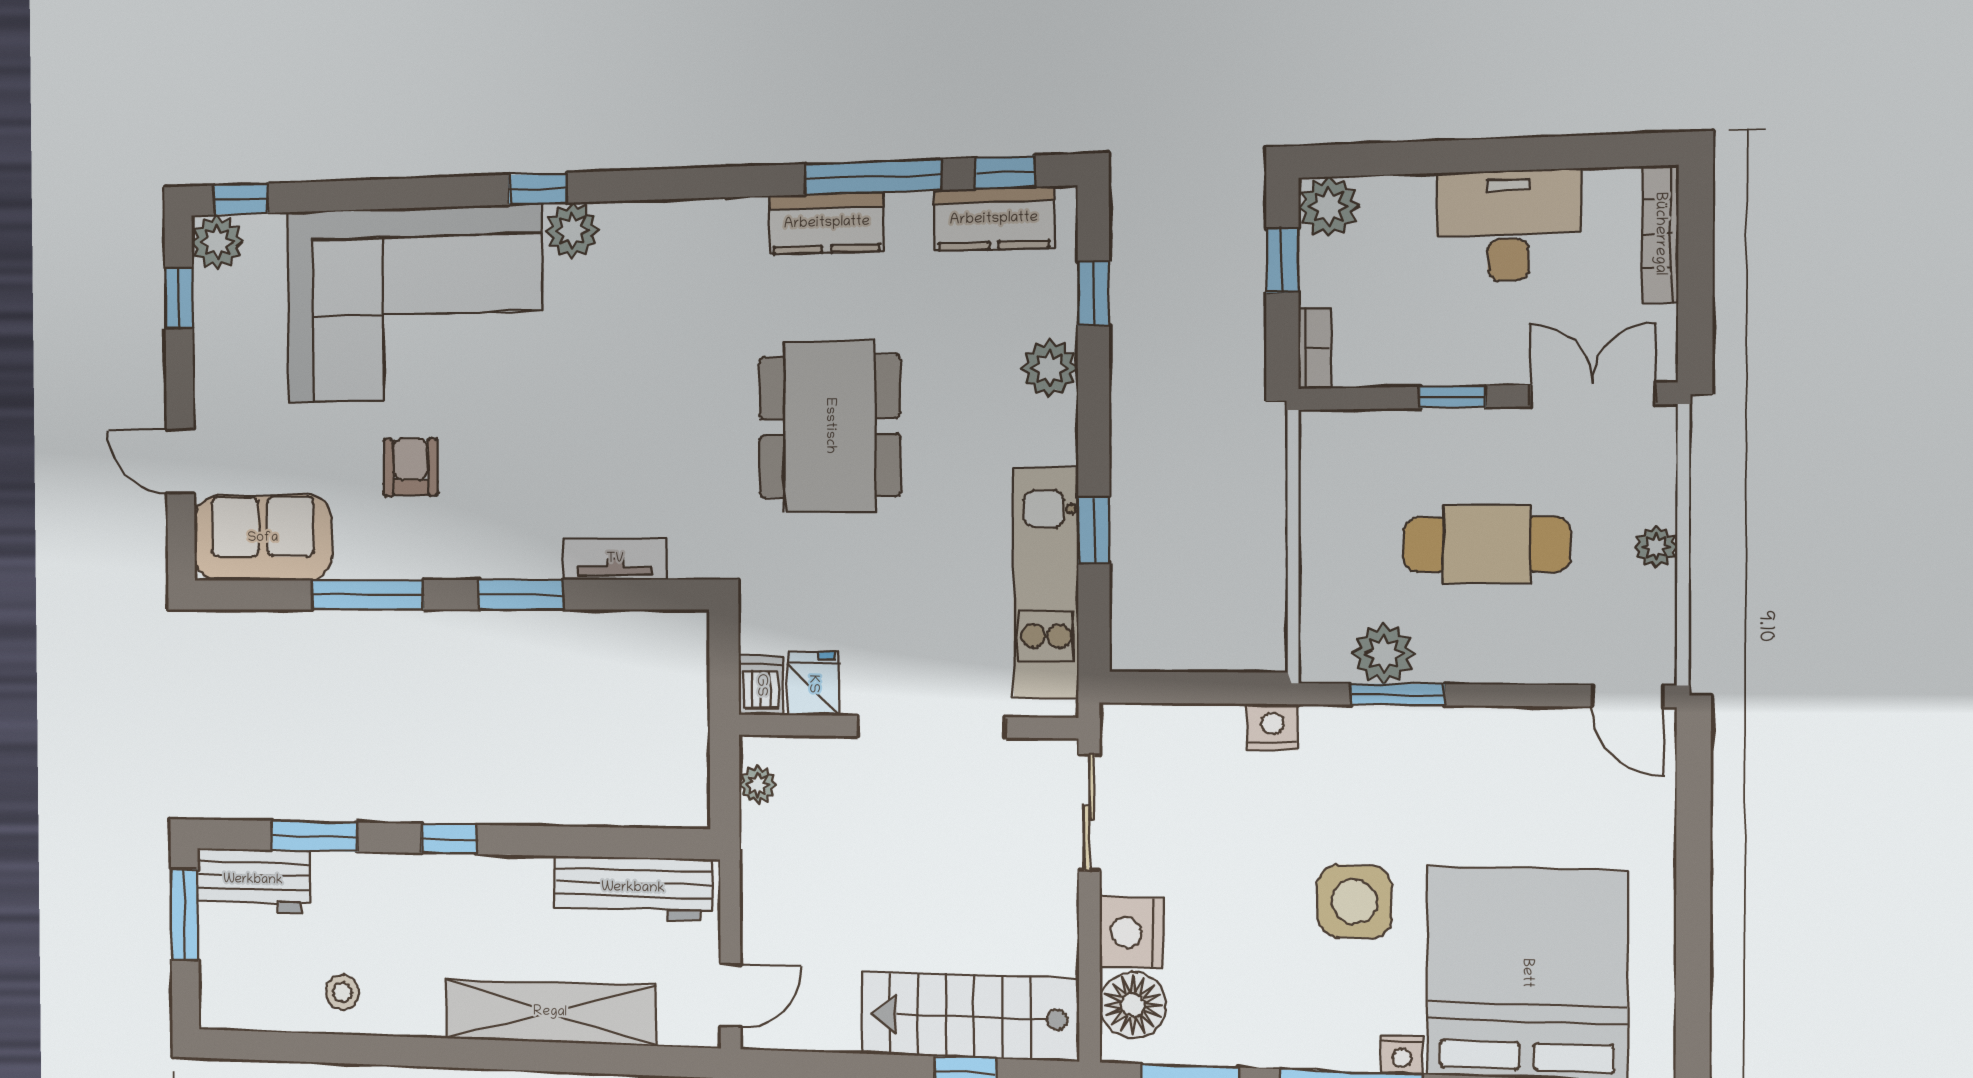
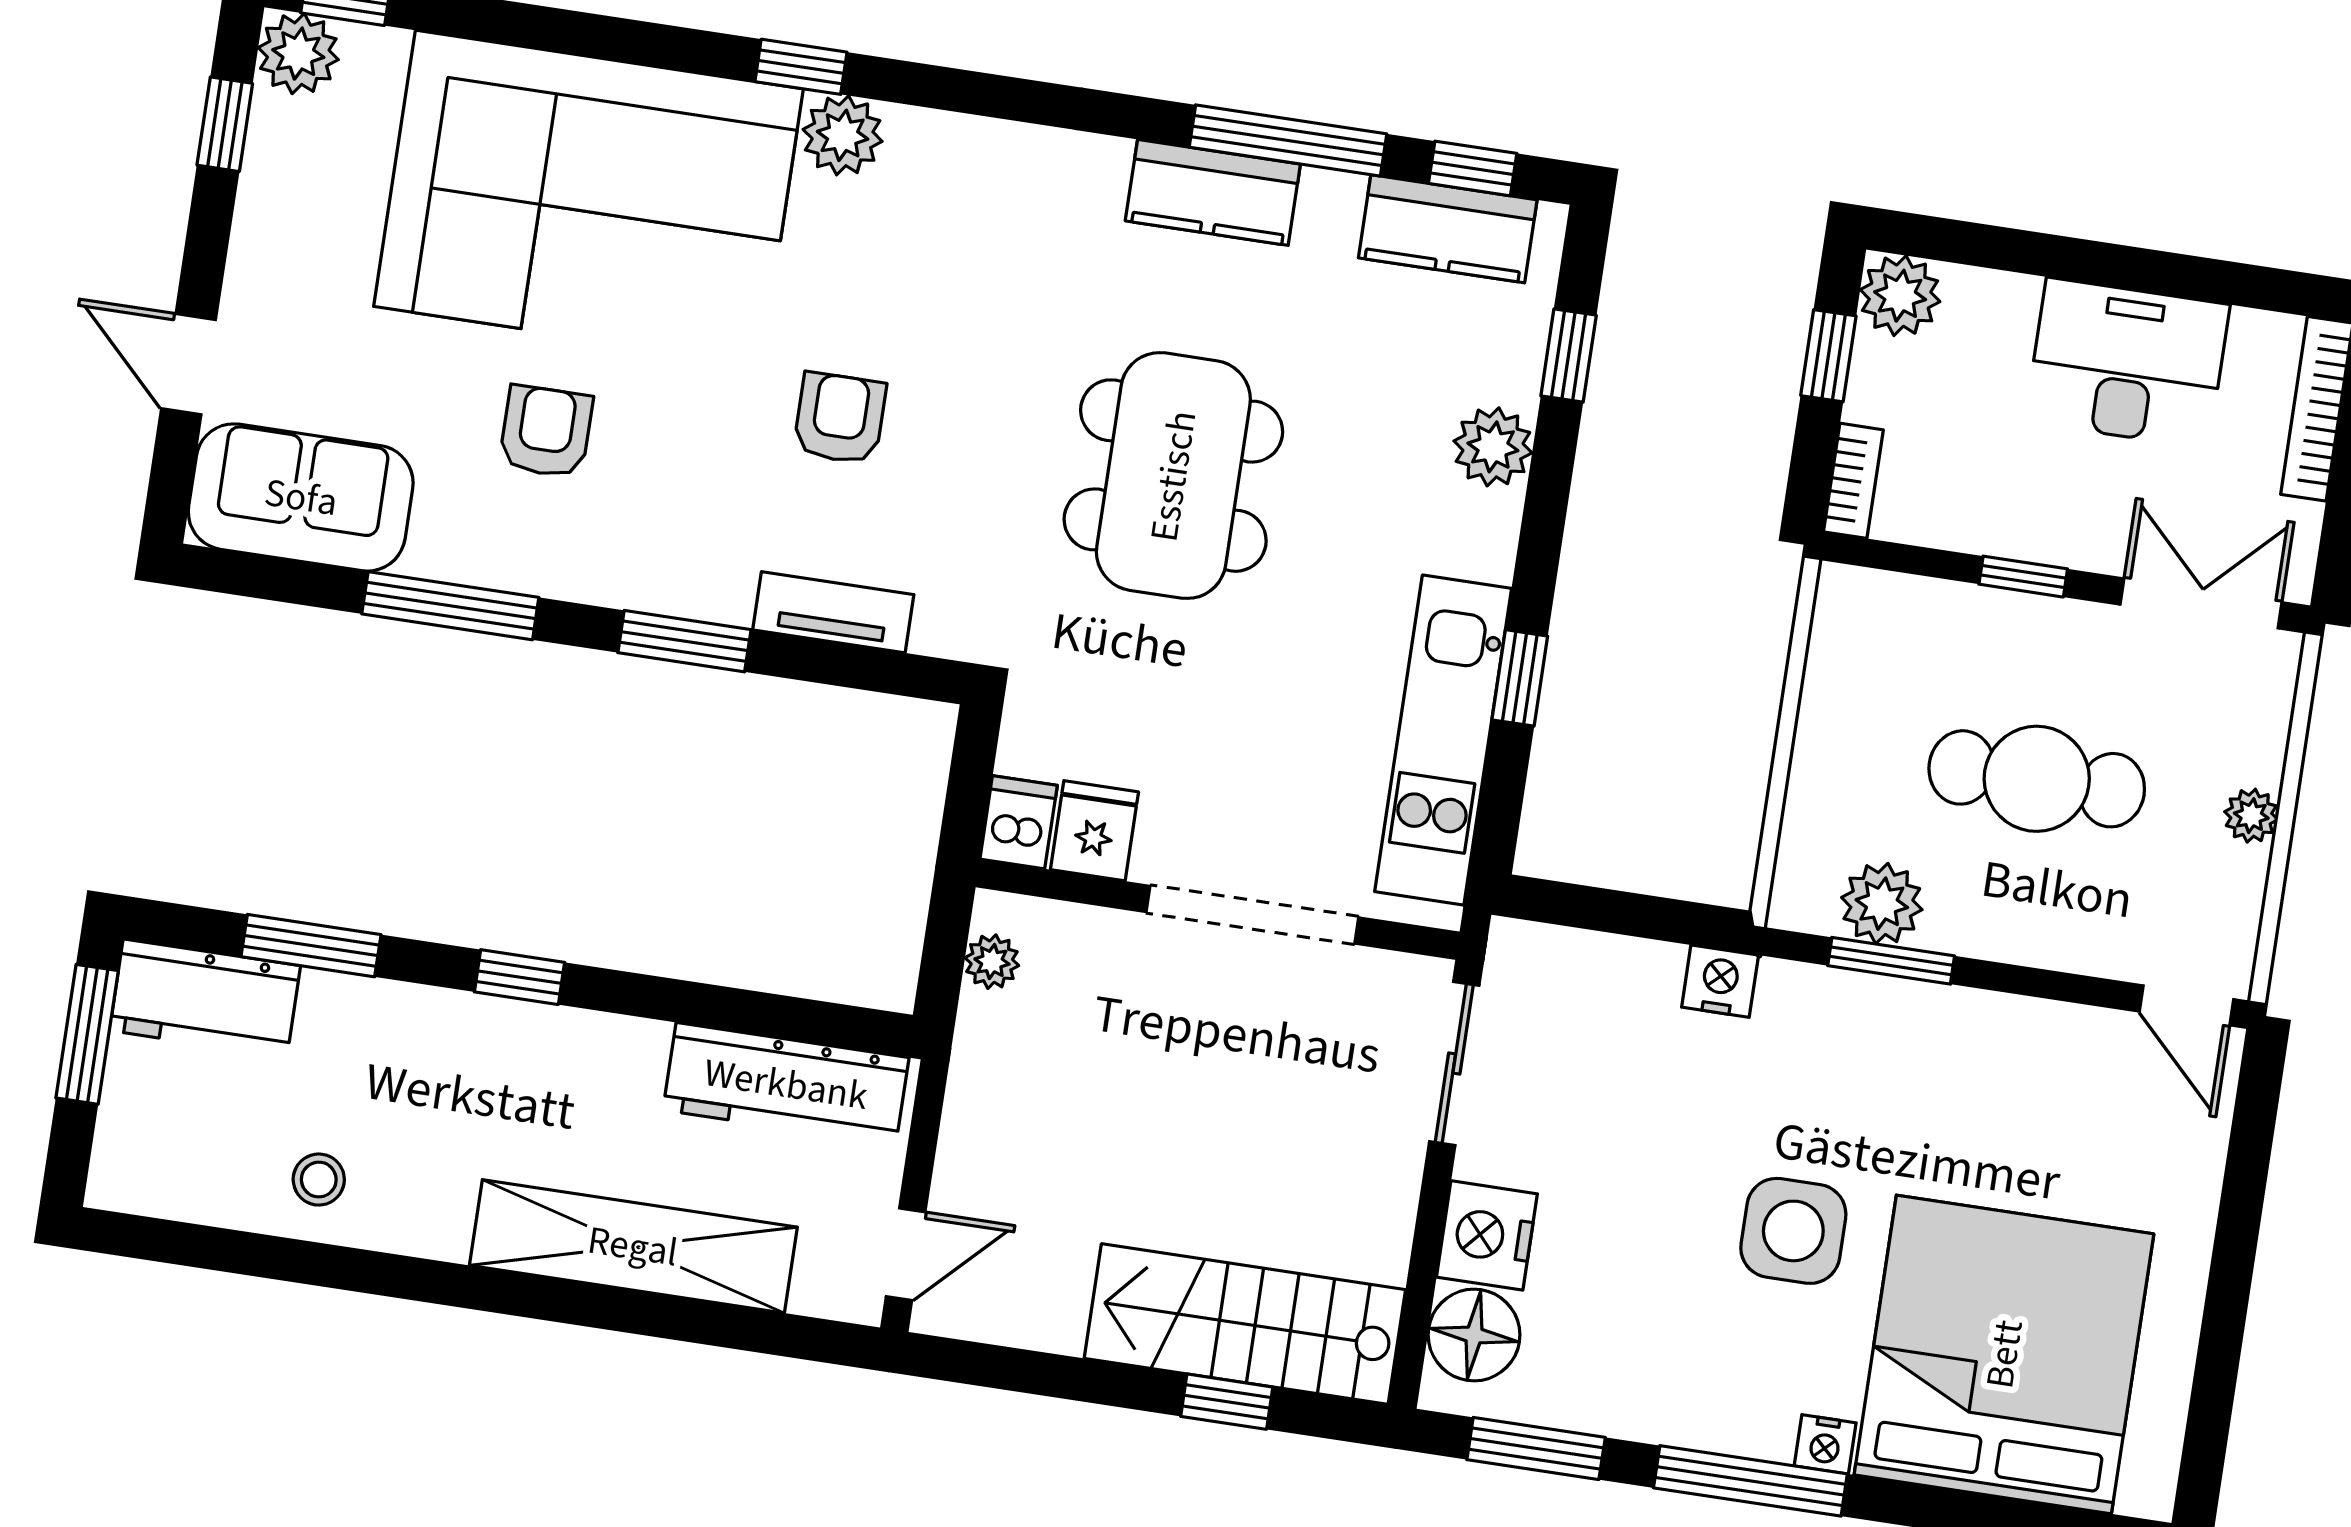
armchair: (600, 425) -> (840, 418), added

